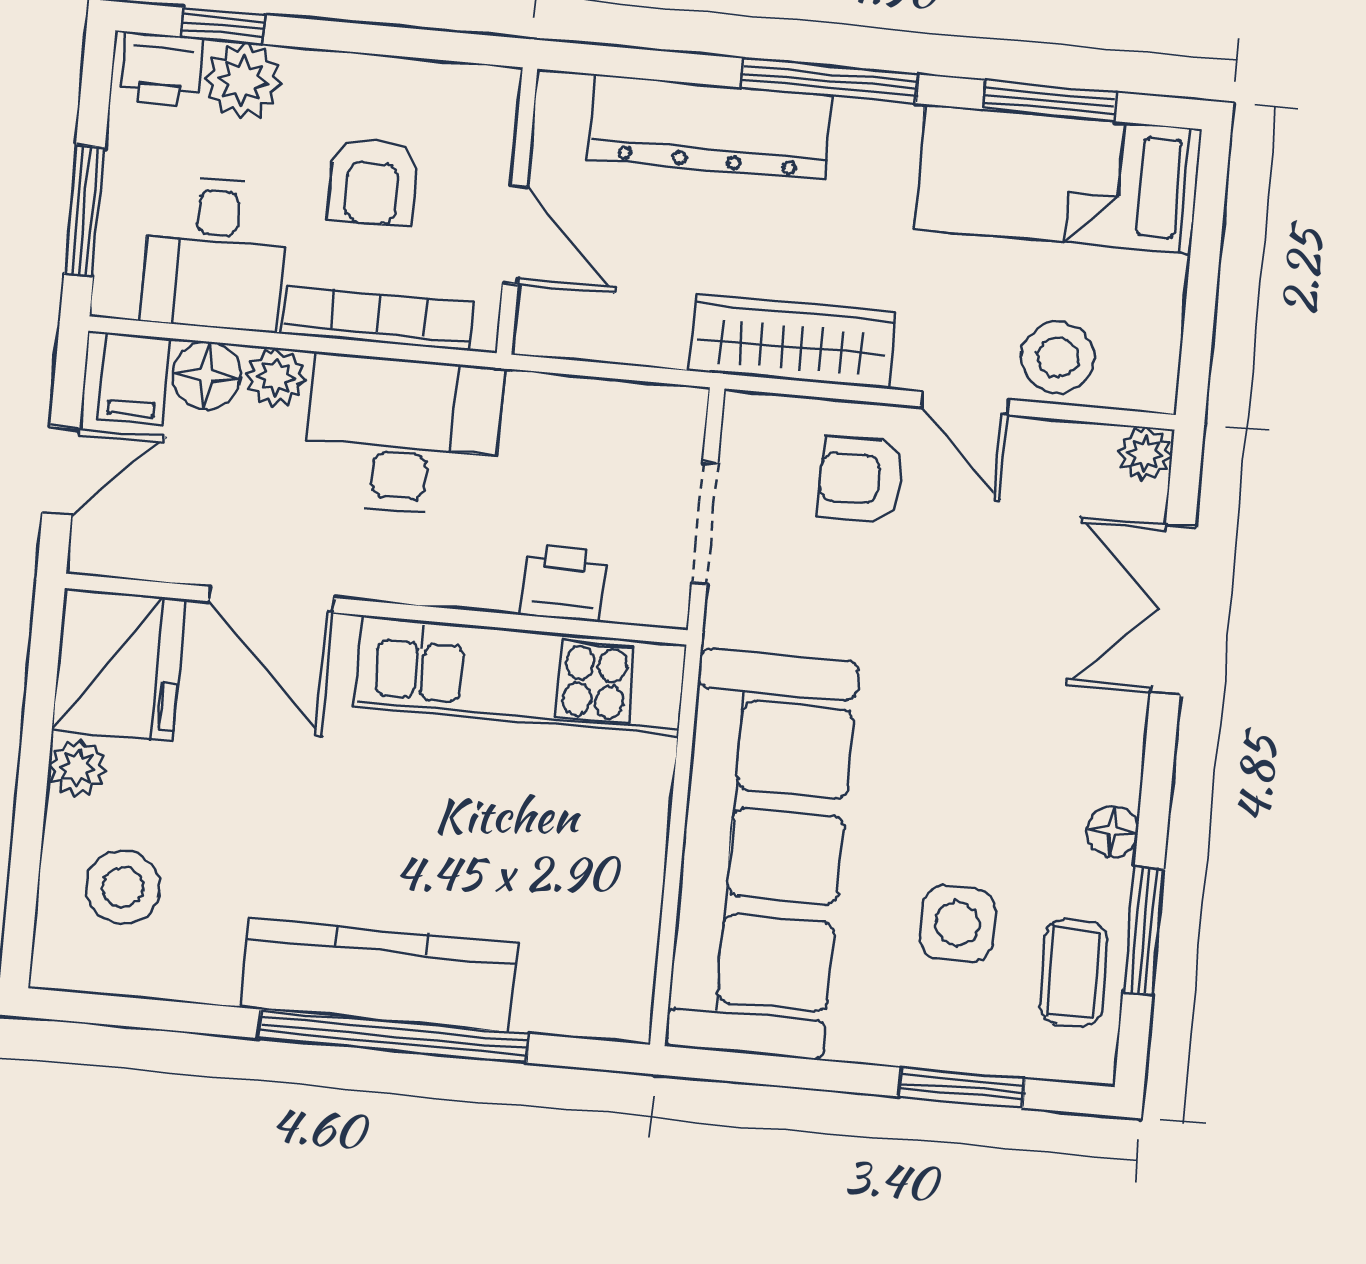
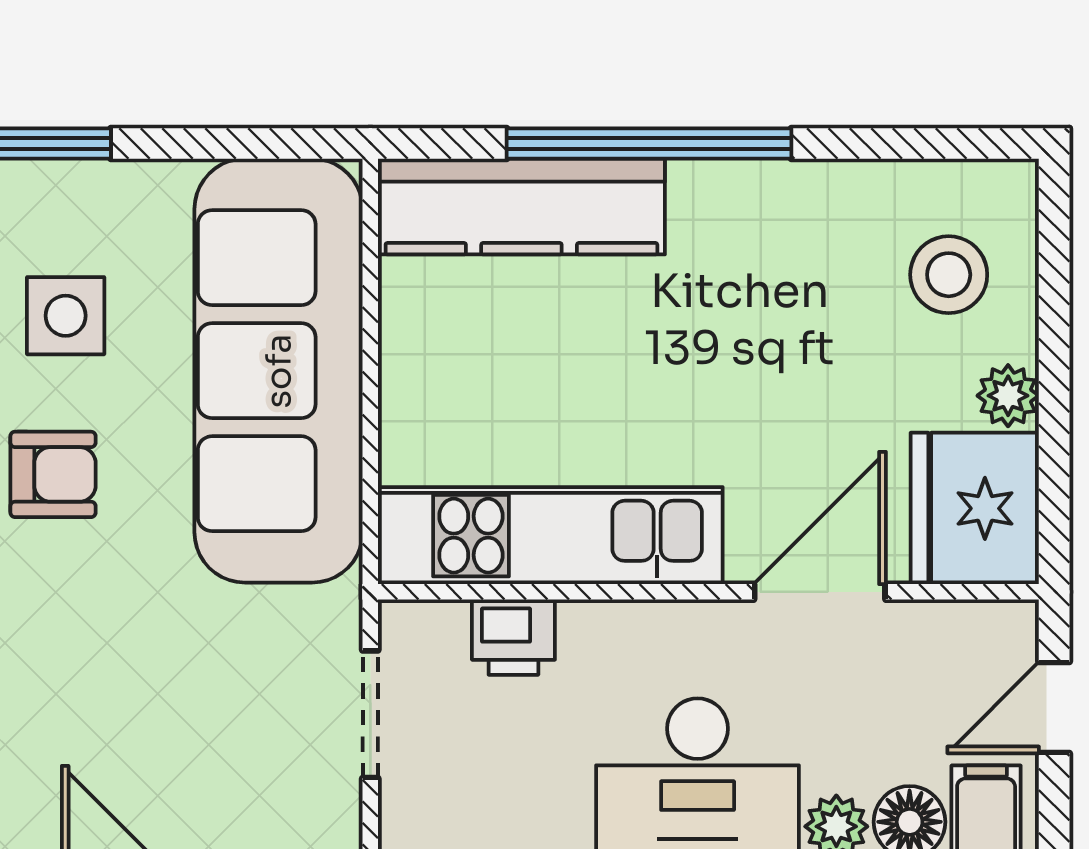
armchair: (861, 479) -> (53, 474), moved
door: (271, 600) -> (820, 592), hinge flipped
kitchen counter: (379, 975) -> (521, 207), moved

